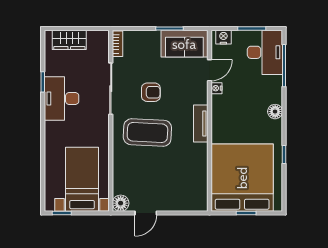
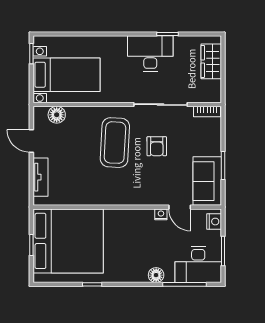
floor lamp: (275, 112) -> (156, 275), moved
tv unit: (201, 123) -> (40, 177), moved, turned 90
floor lamp: (121, 203) -> (57, 115), moved

